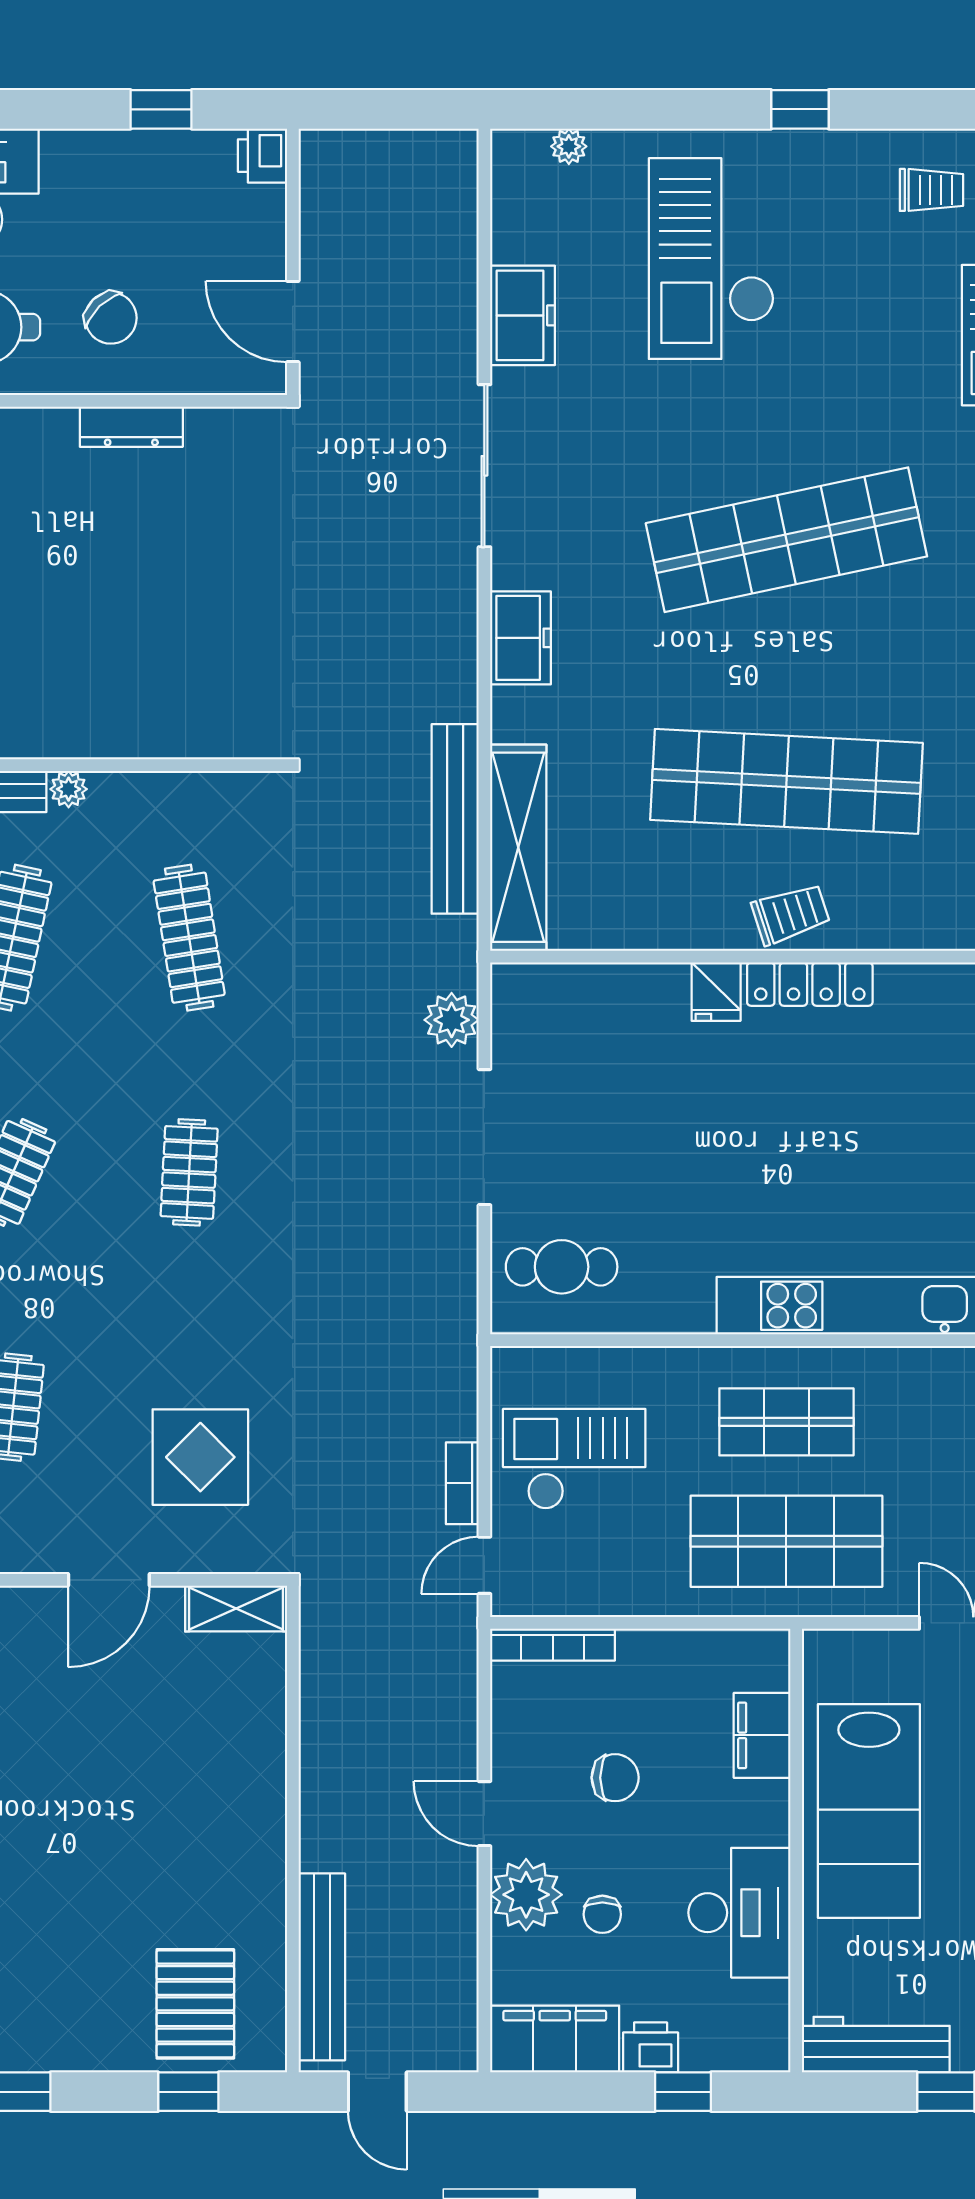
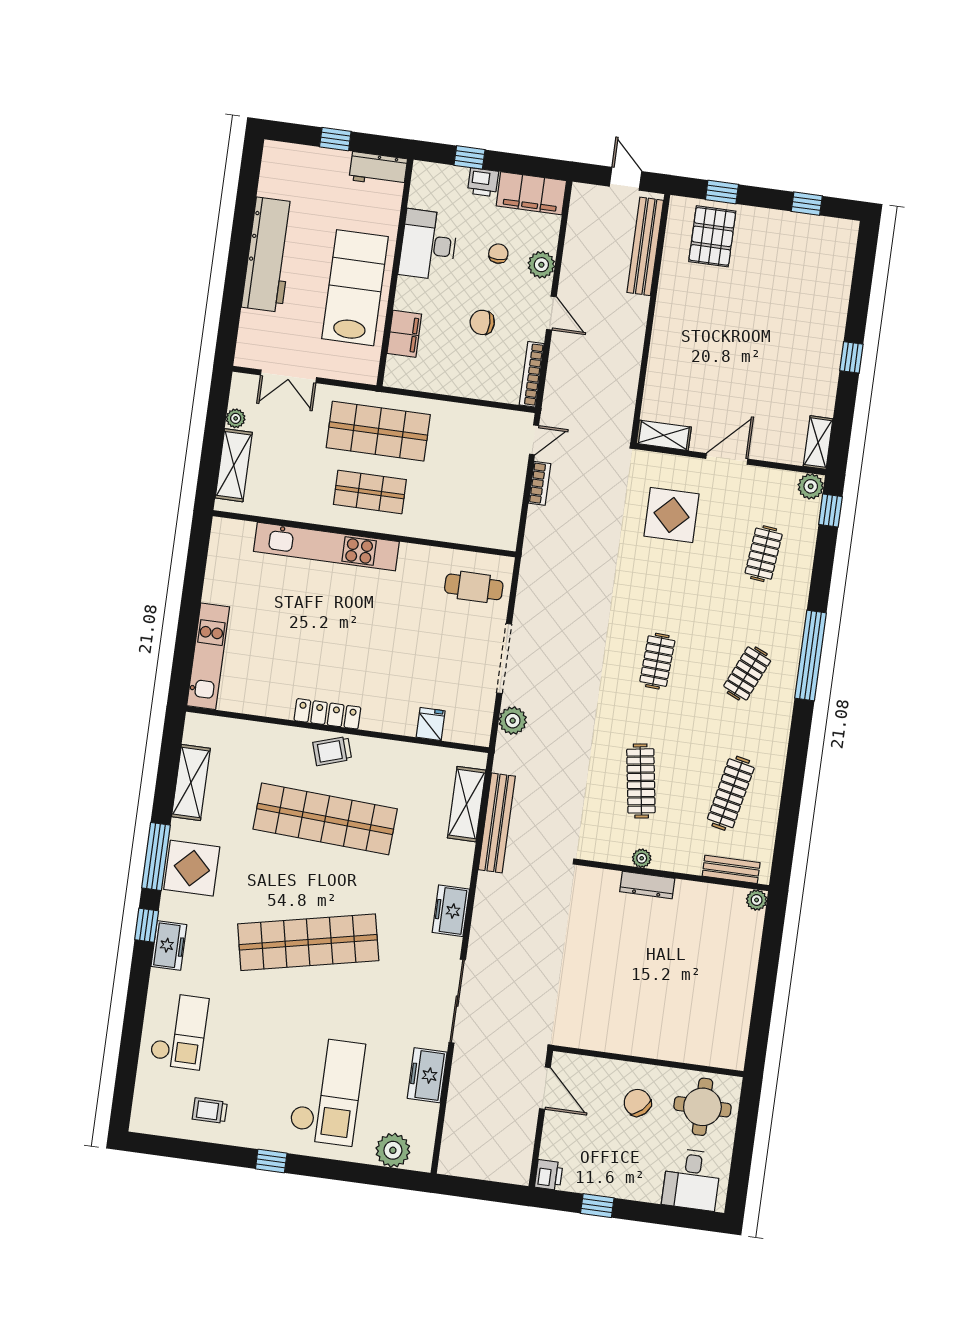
plant: (569, 146) -> (393, 1150), width x1.87, depth x1.87
dresser: (131, 427) -> (647, 885), moved, turned 180
plant: (69, 789) -> (642, 858), moved
shelving: (518, 847) -> (467, 804), width x0.68
fridge: (716, 992) -> (431, 724), moved
checkout: (574, 1459) -> (481, 488), removed
bookcase: (553, 1645) -> (532, 374), moved, turned -90
plant: (526, 1895) -> (541, 265), width x0.73, depth x0.73
workbench: (876, 2045) -> (378, 169), width x0.73

